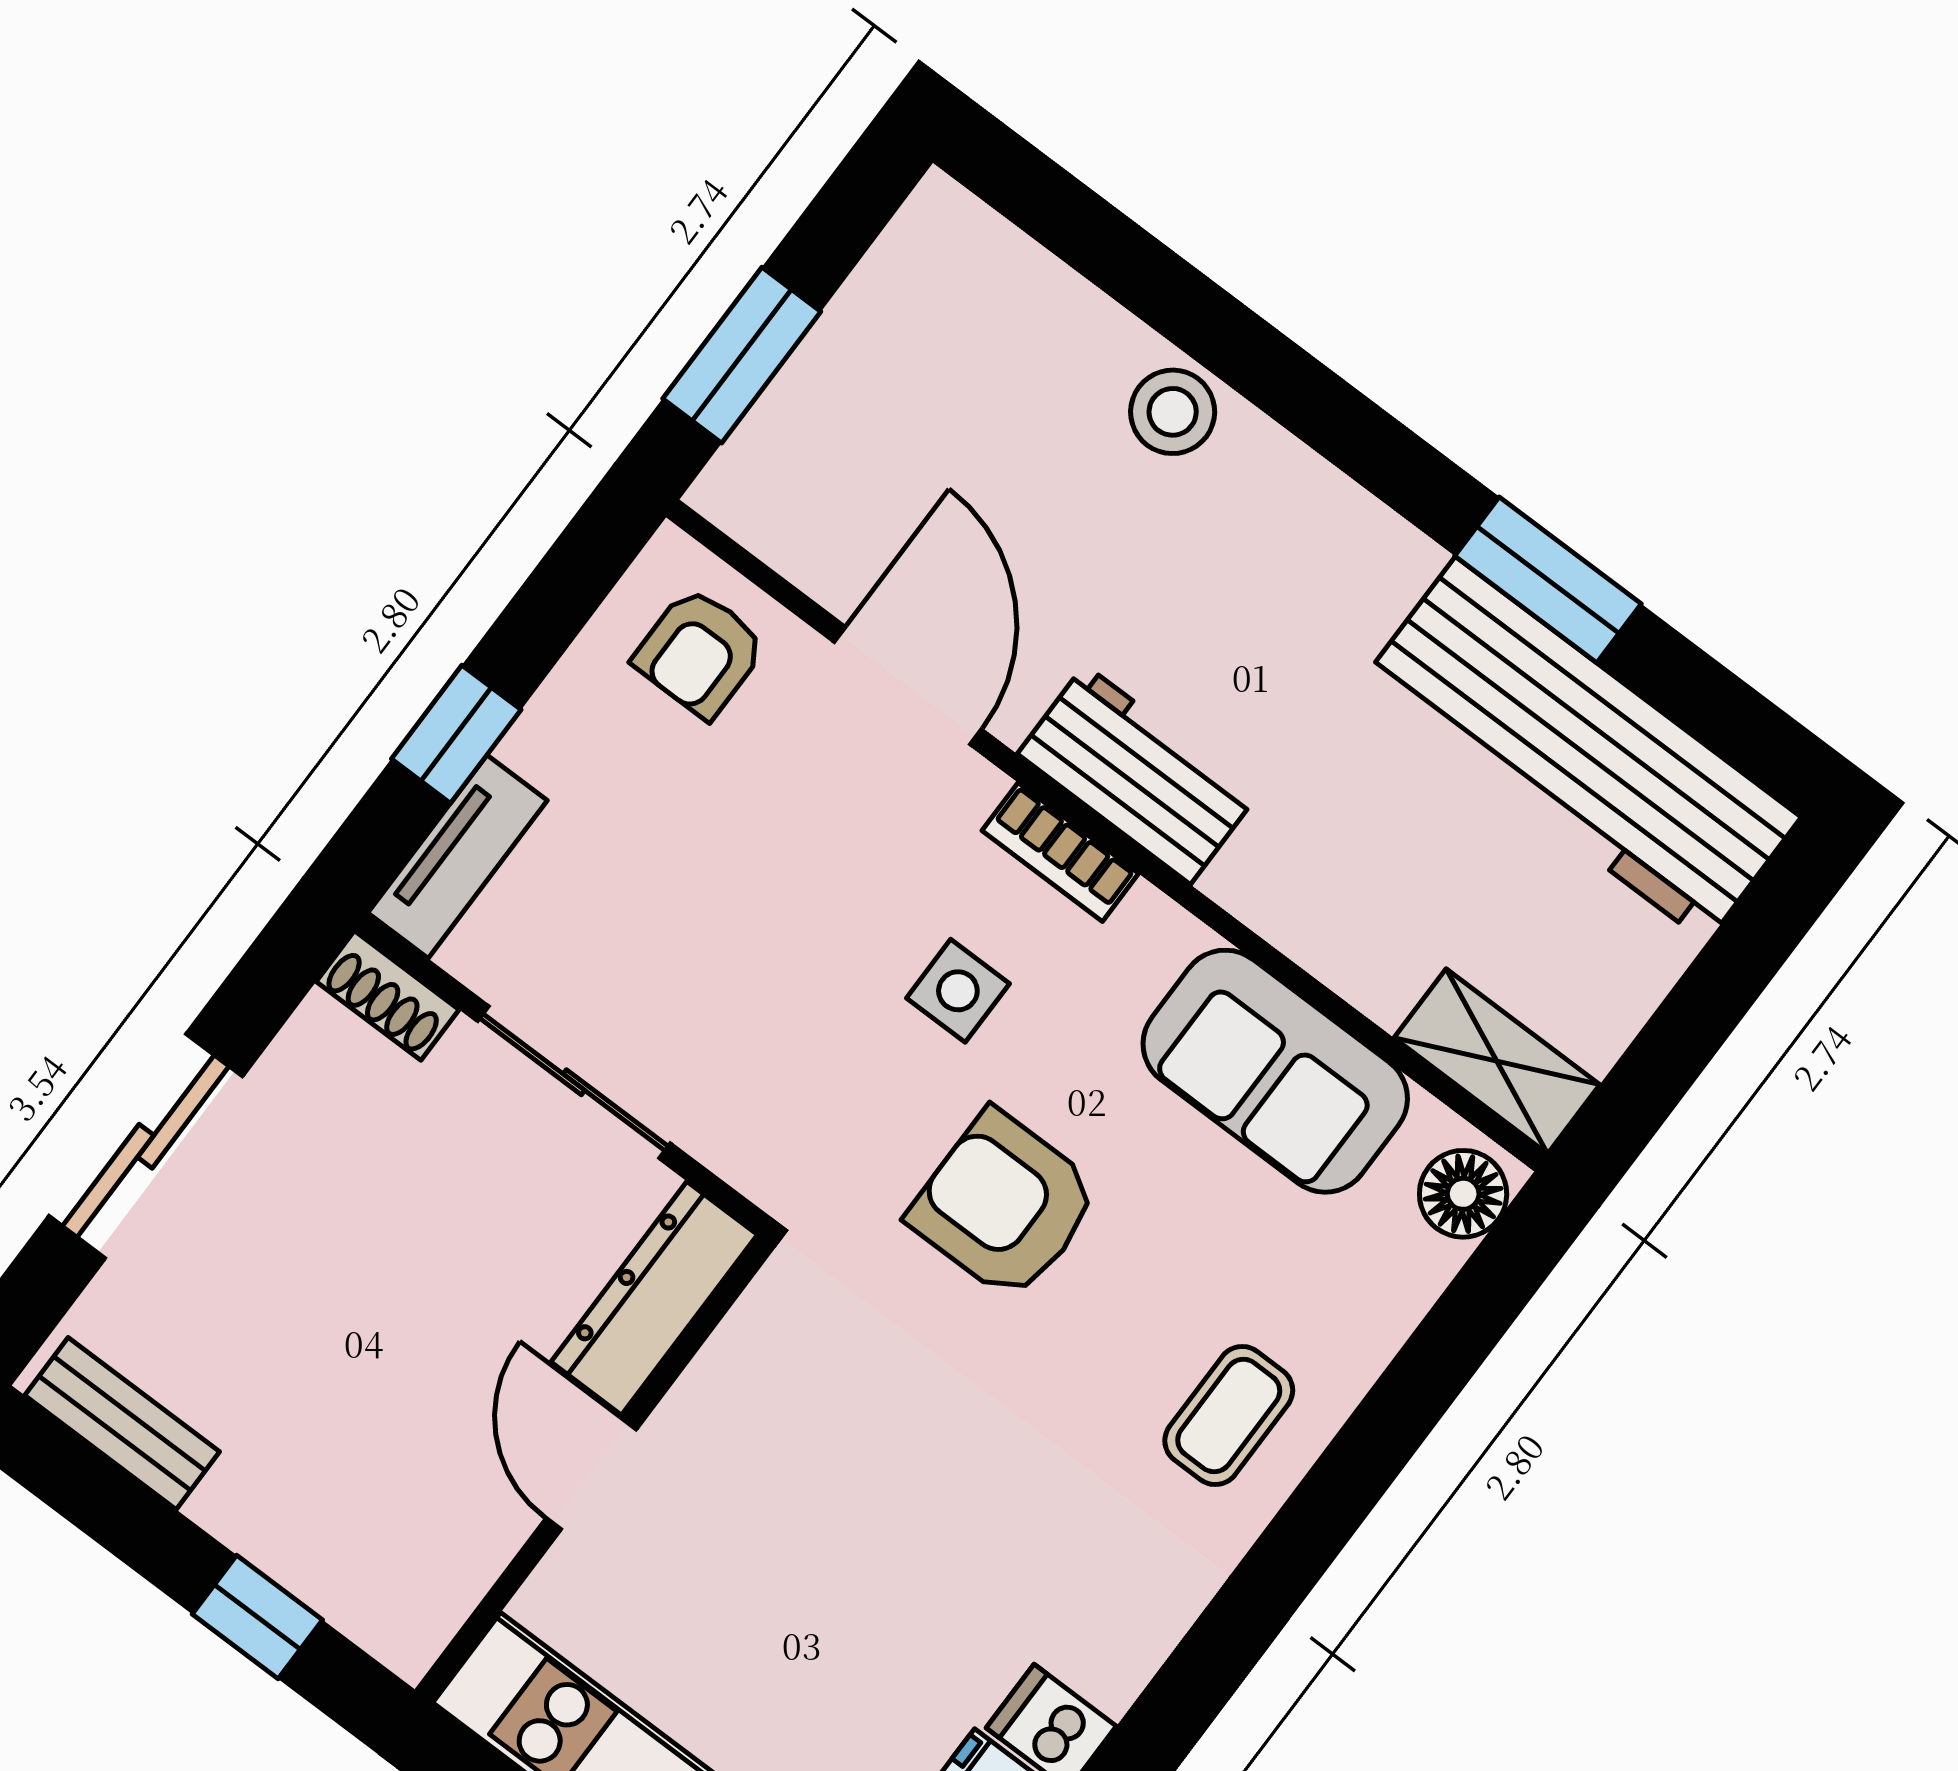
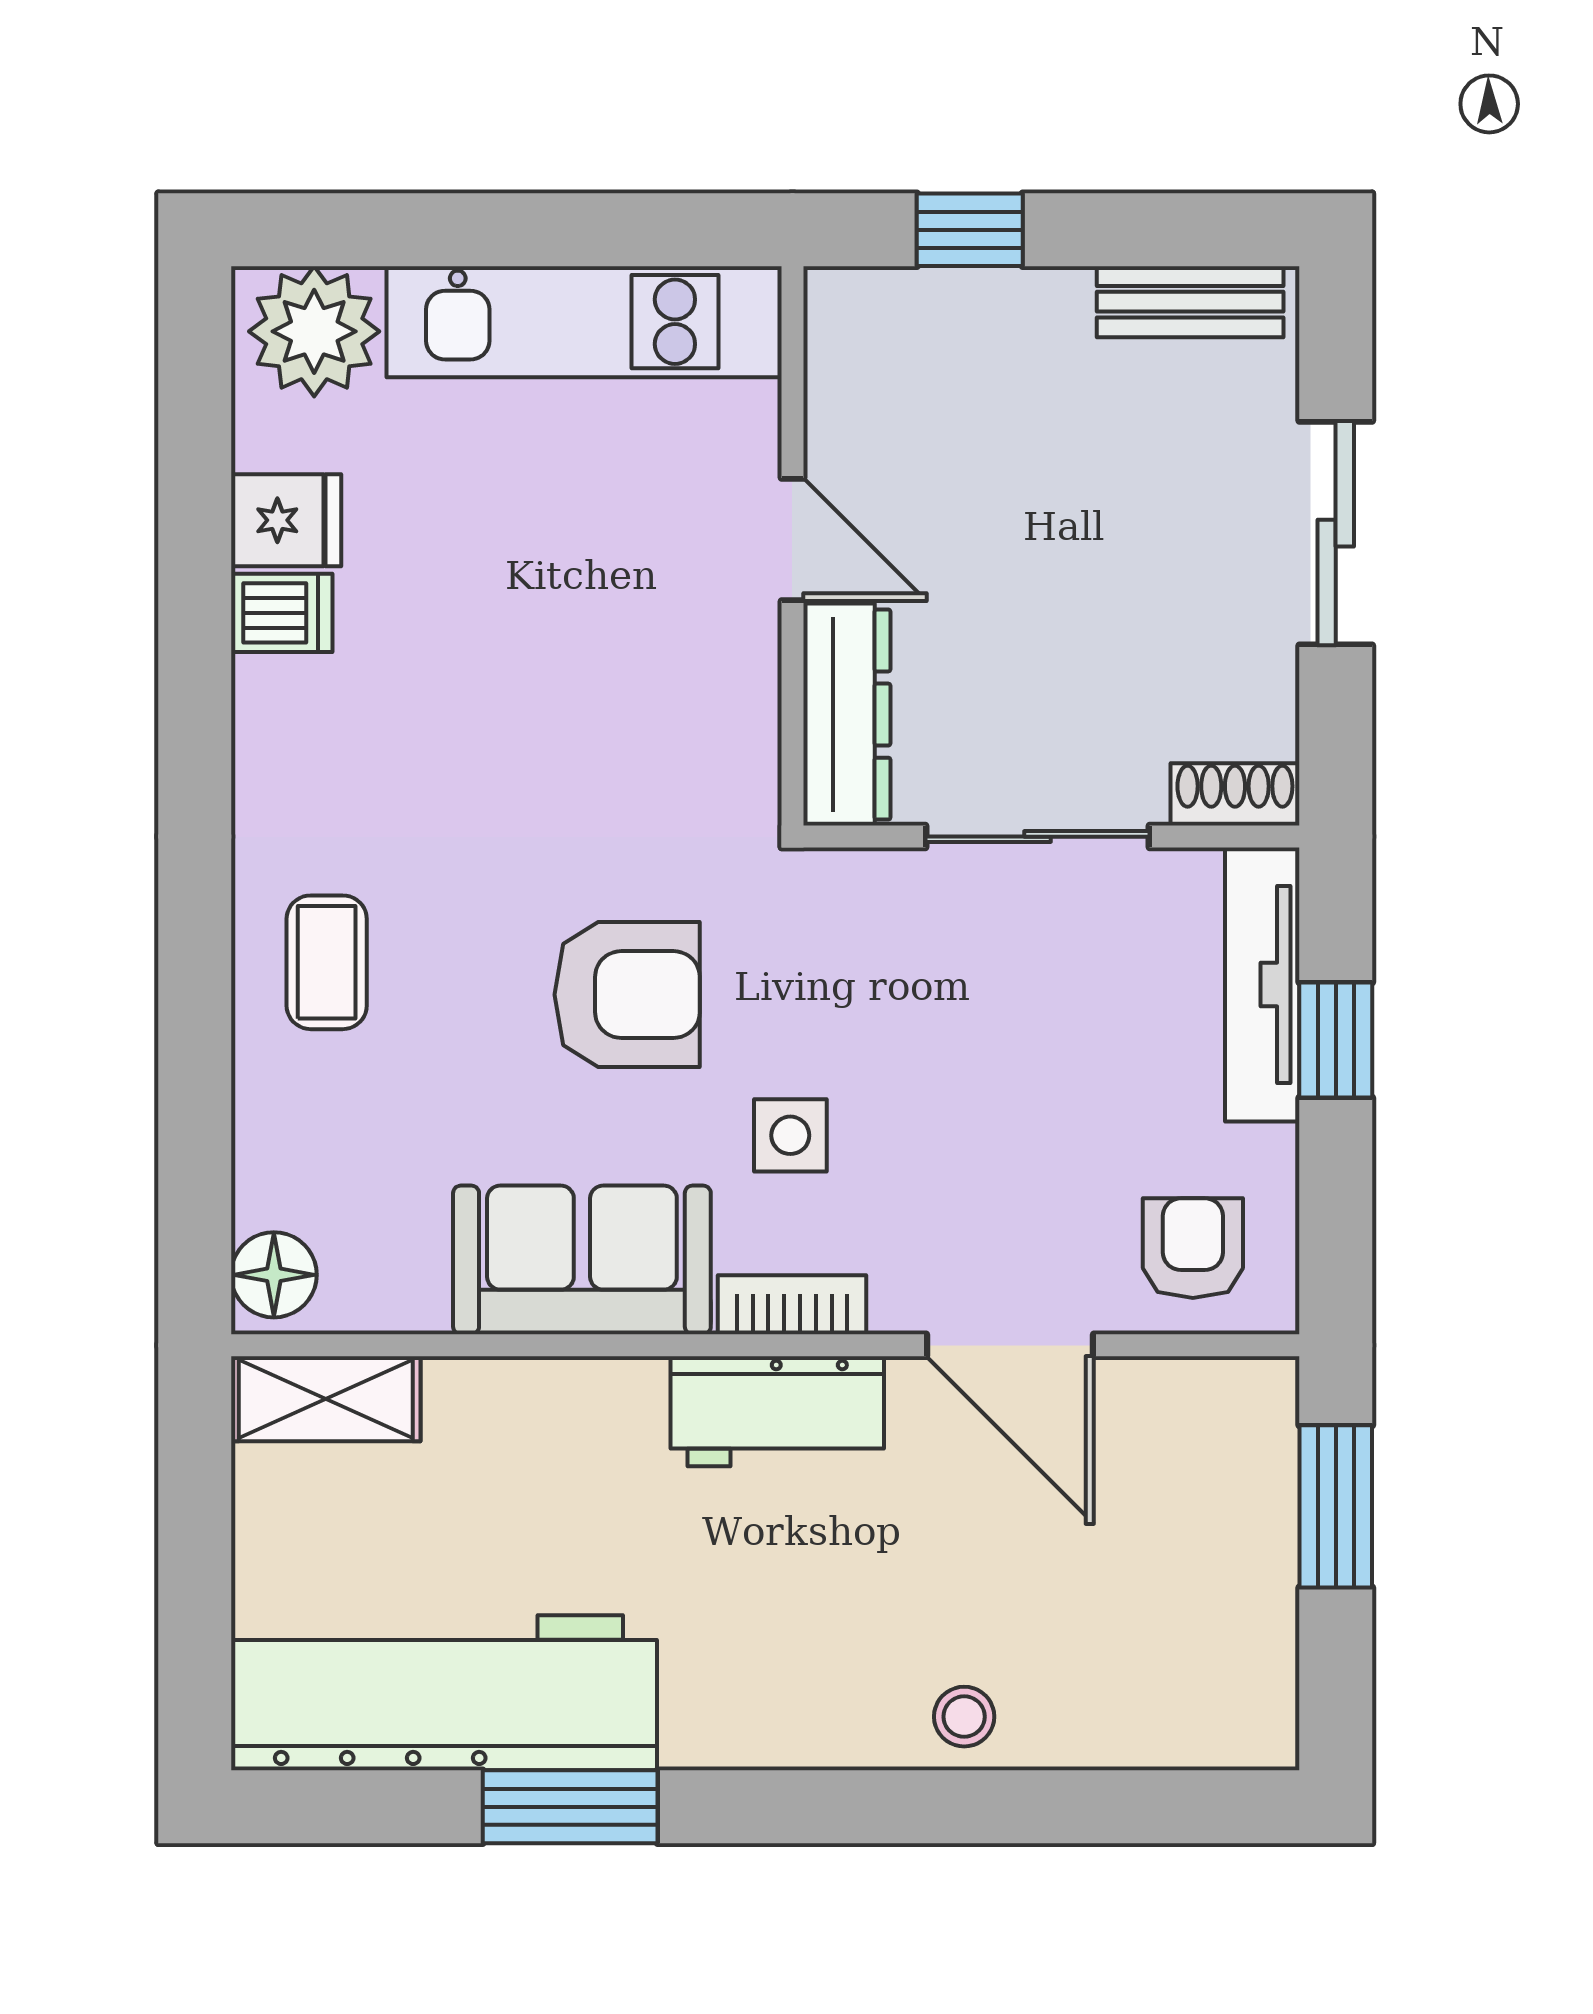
stool: (1173, 412) -> (964, 1717), width x0.73, depth x0.73
tv unit: (458, 857) -> (1262, 985), width x1.41
sofa: (1275, 1071) -> (582, 1260), moved

